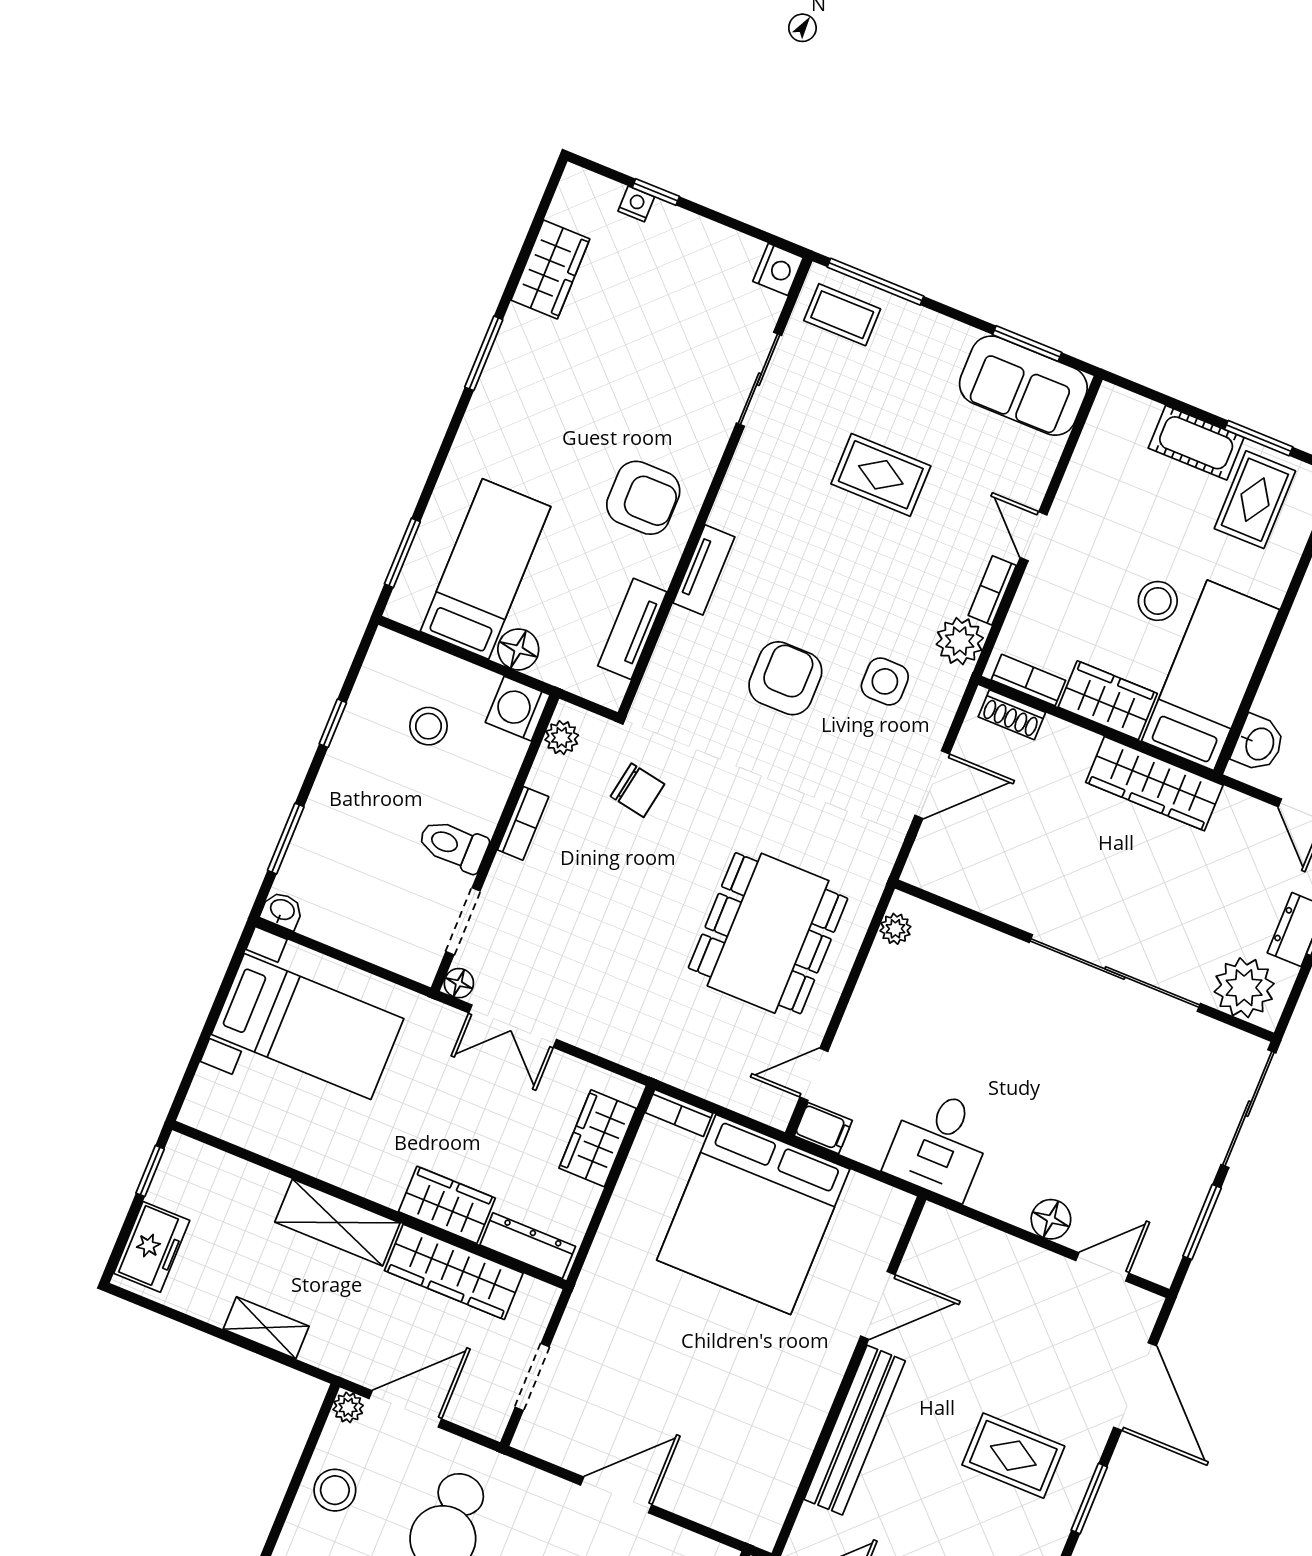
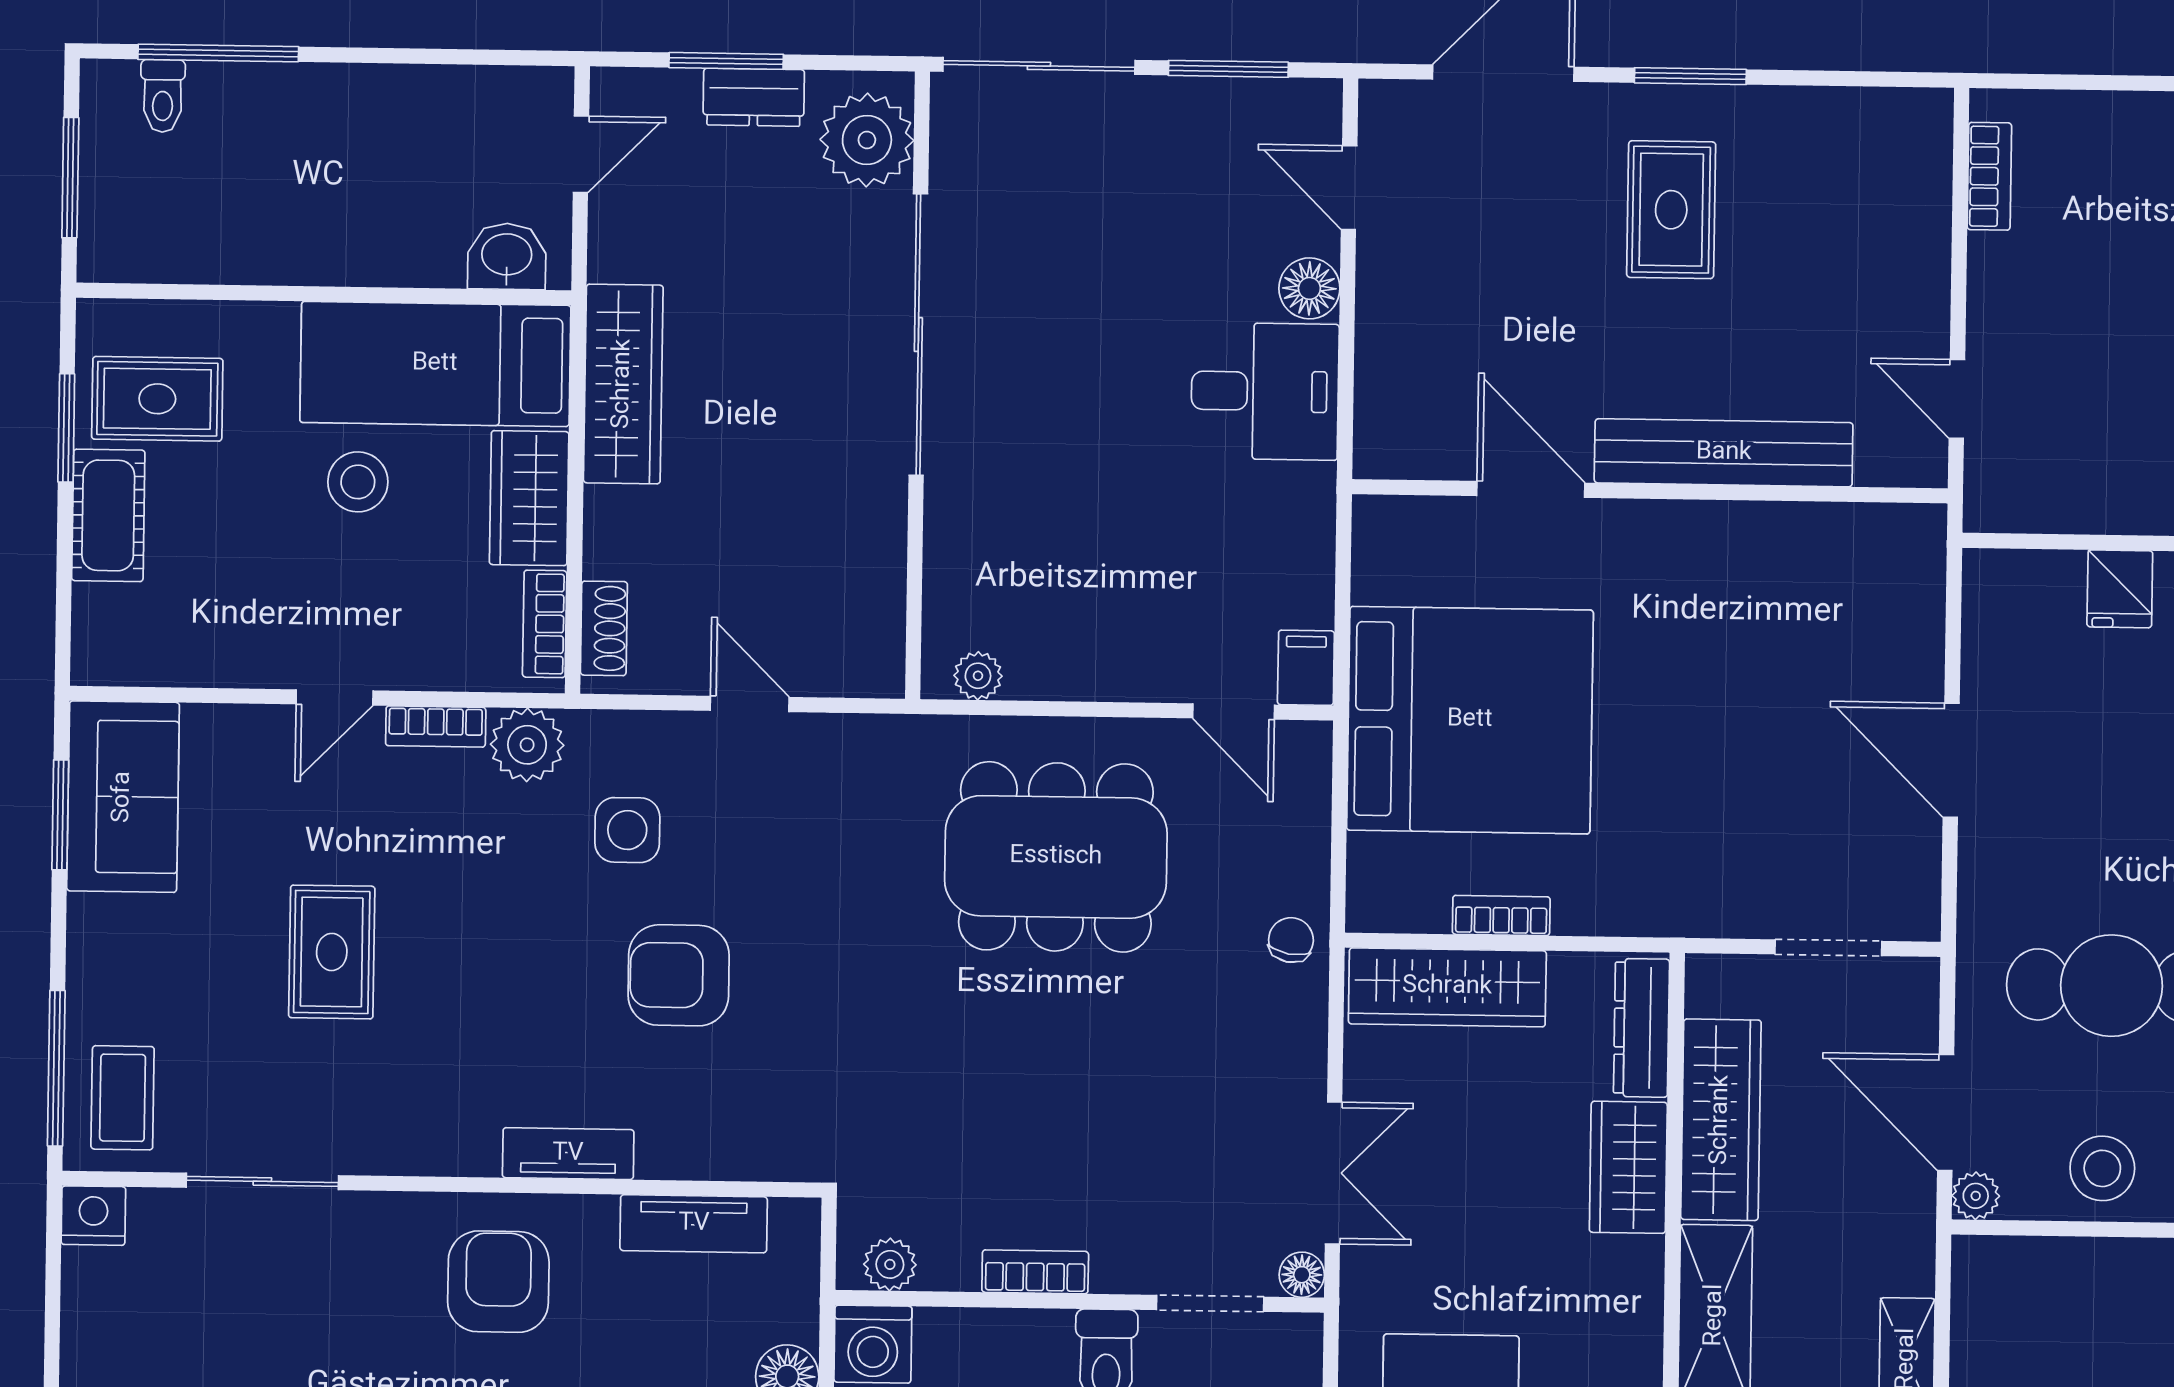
door: (932, 785) -> (750, 704), width x0.73
chair: (637, 790) -> (1291, 940), moved, width x0.73, depth x0.73
bookcase: (679, 1113) -> (1501, 916), moved, turned -90
wardrobe: (598, 1138) -> (1447, 987), width x1.50
desk: (939, 1144) -> (1265, 391), moved

